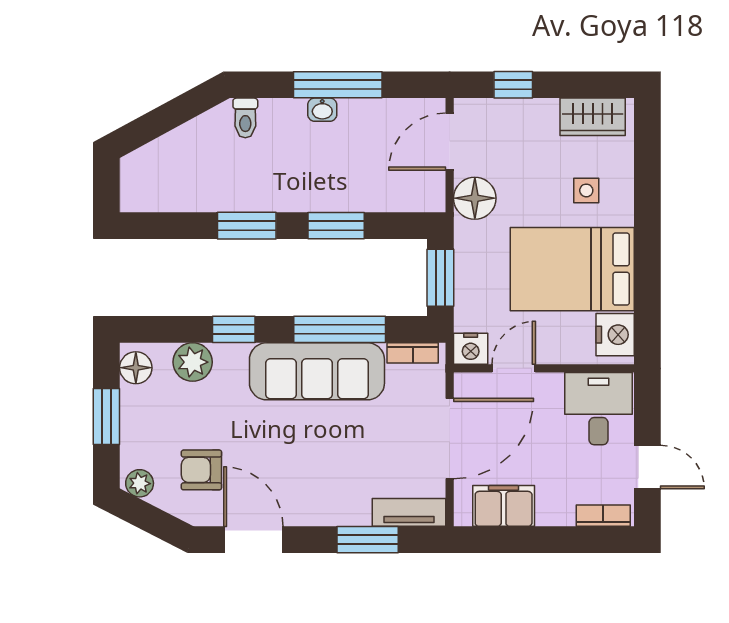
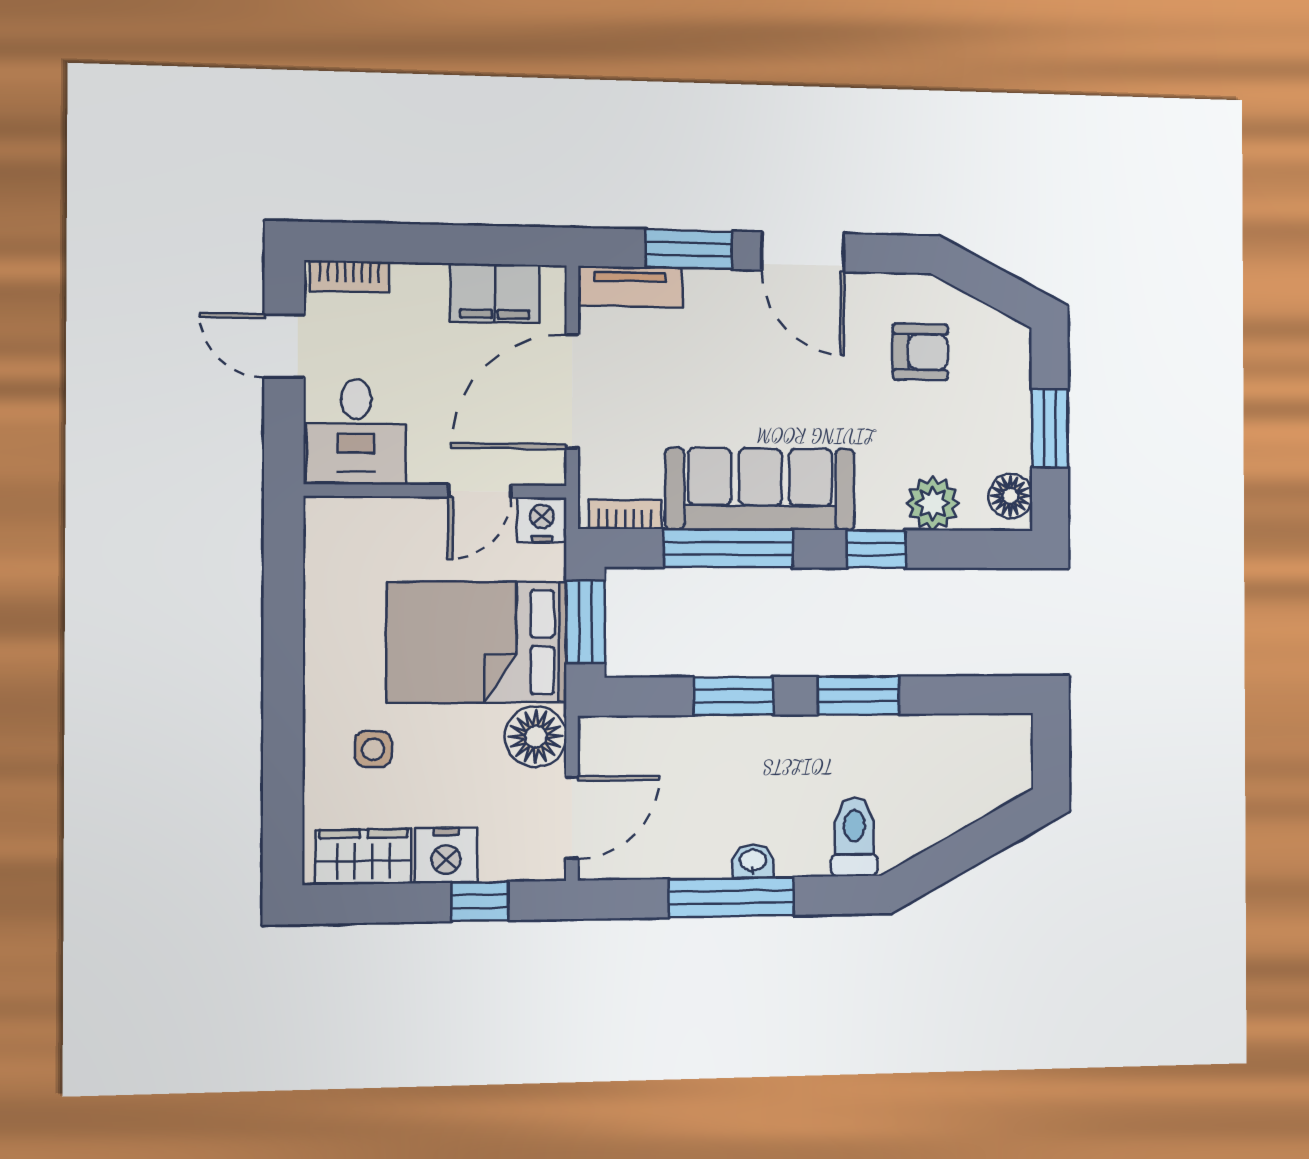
toilet: (245, 118) -> (854, 837), width x1.37, depth x1.39
bed: (572, 269) -> (477, 642), moved, turned 180
nightstand: (615, 335) -> (446, 855), moved, turned -90
plant: (140, 483) -> (1005, 335), removed
door: (253, 540) -> (803, 252), moved

